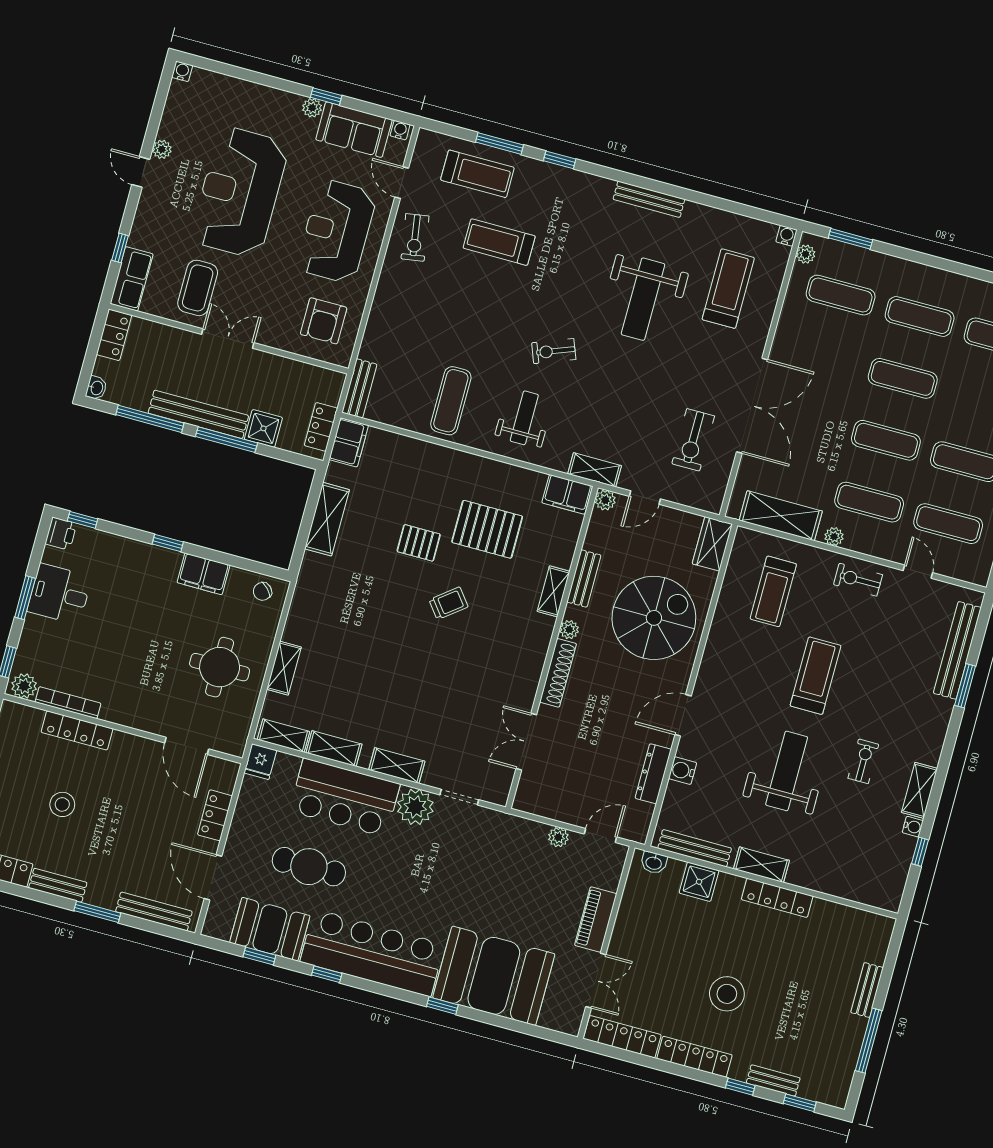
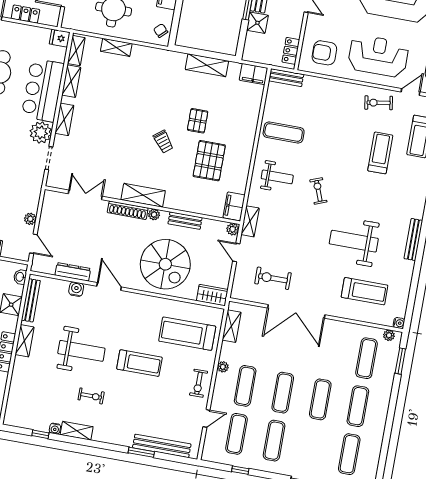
locker: (321, 427) -> (291, 51), moved, turned -90
shelving: (781, 516) -> (232, 326), width x0.67, depth x0.75
exercise bike: (858, 580) -> (199, 383), turned 180
shelving: (554, 591) -> (143, 195), moved, width x1.50, depth x1.33
treadmill: (773, 591) -> (187, 334), width x1.37, depth x1.38

